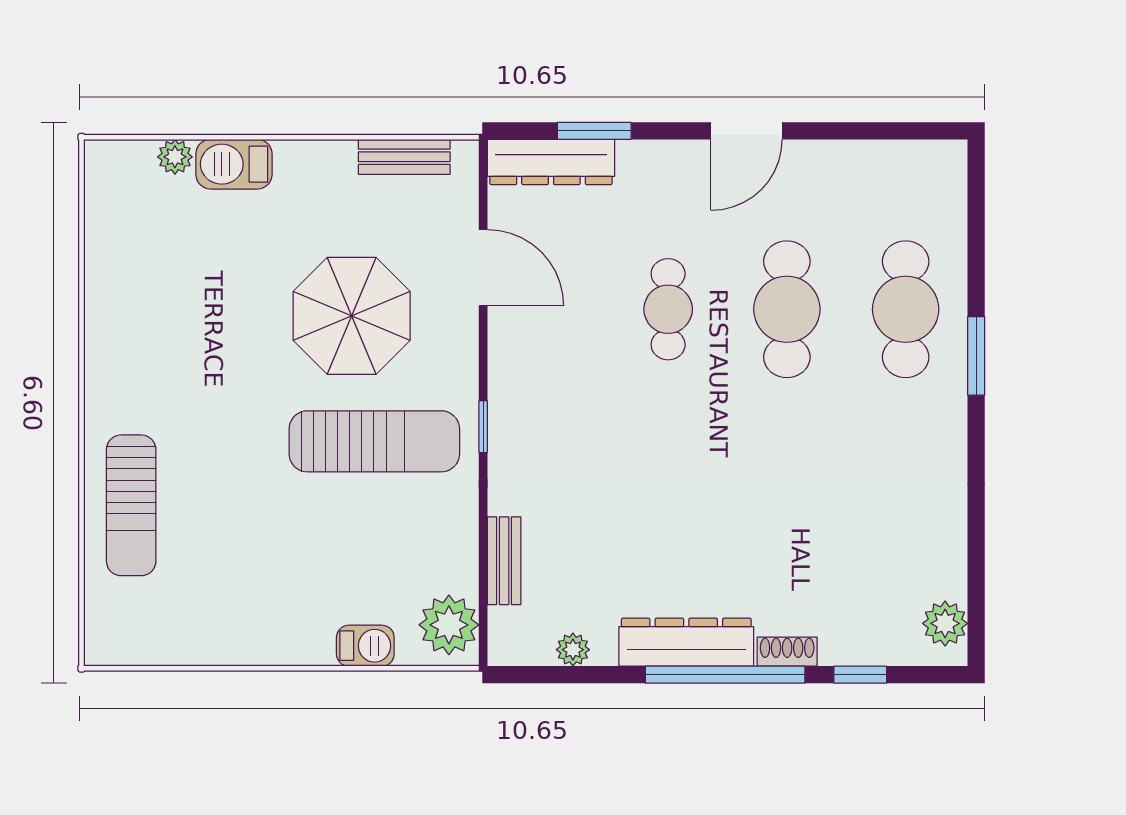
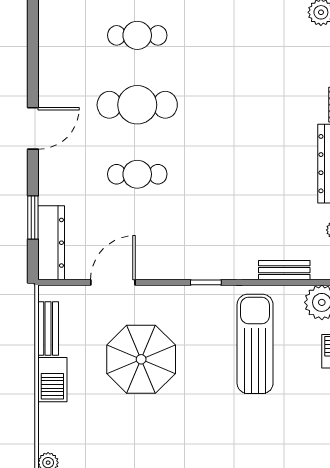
door: (747, 131) -> (33, 128), hinge flipped
barbecue: (234, 164) -> (52, 380), moved
cafe table: (906, 309) -> (137, 35), width x0.73, depth x0.74
sun lounger: (374, 441) -> (255, 344), moved

